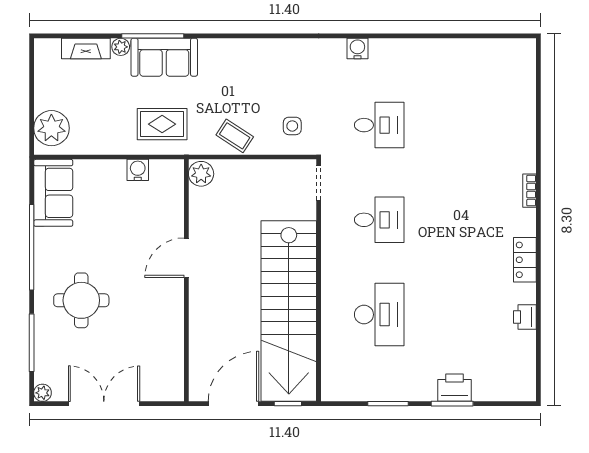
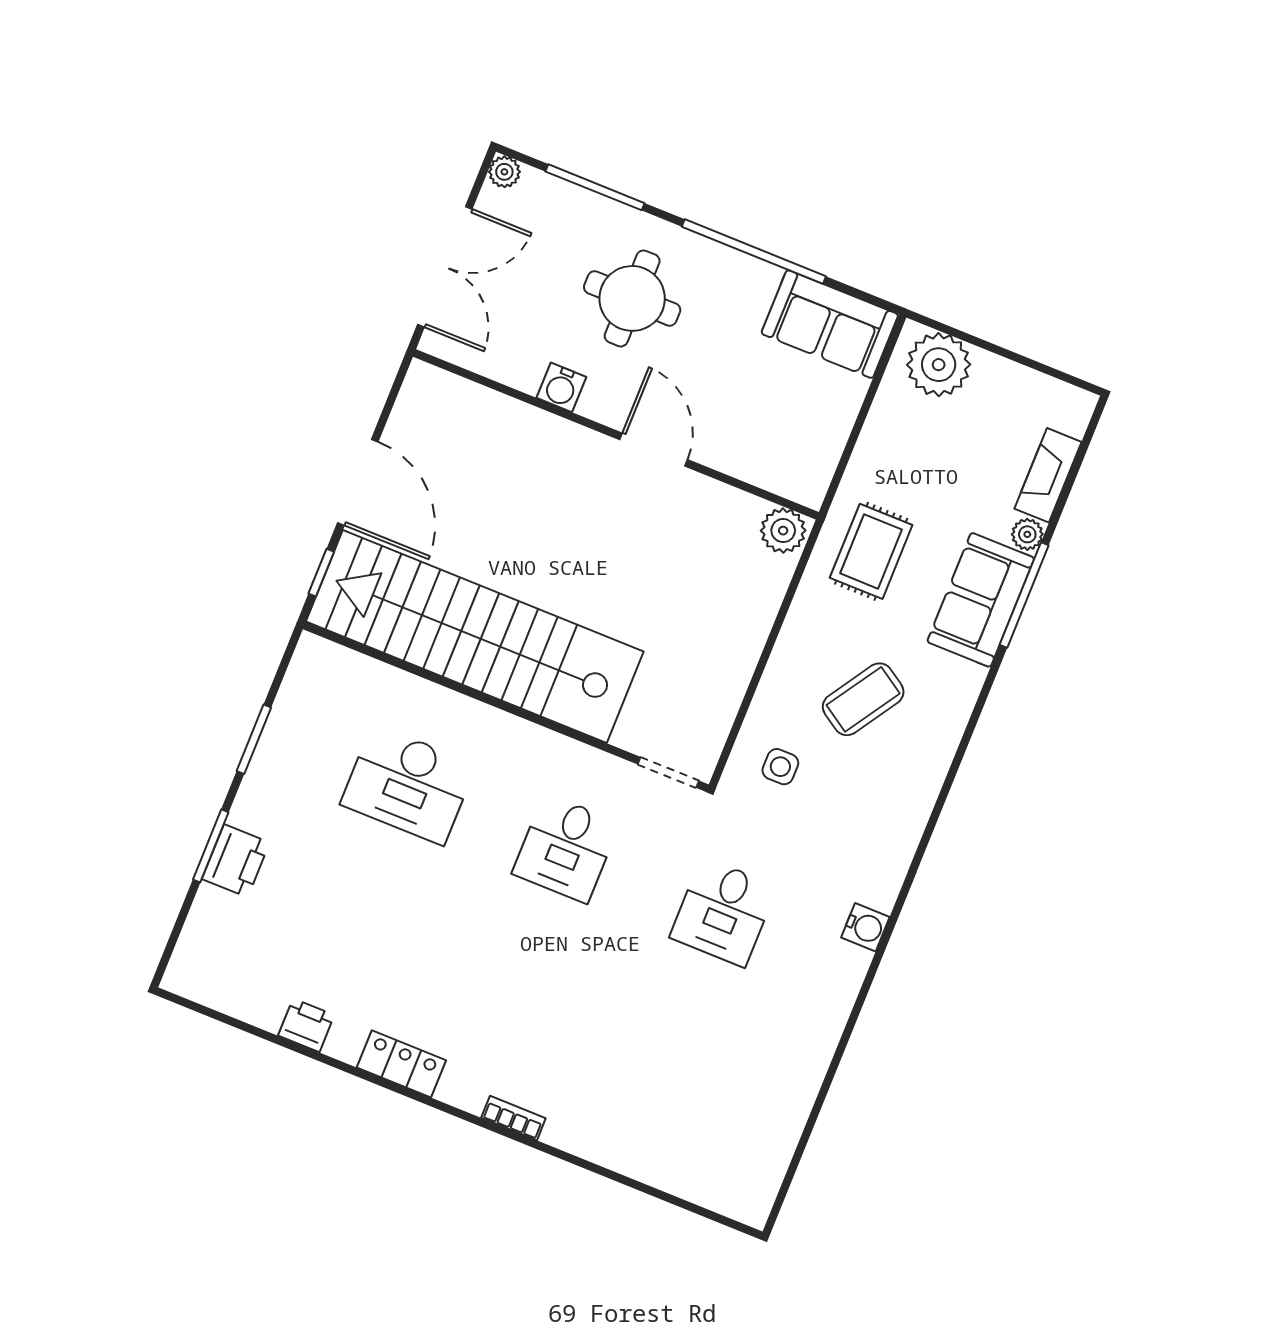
coffee table: (235, 136) -> (863, 699), moved, width x1.36, depth x1.30
water cooler: (138, 170) -> (561, 387), moved, turned 90
plant: (201, 174) -> (783, 531), moved
door: (186, 258) -> (654, 450), moved
wall: (186, 280) -> (616, 434), moved

